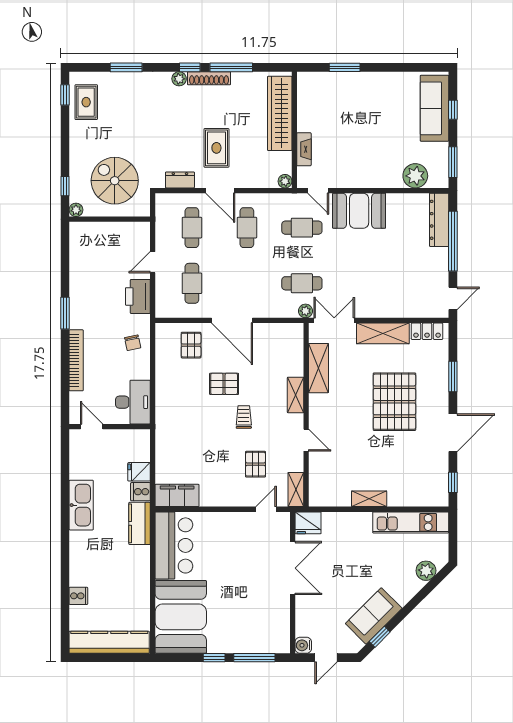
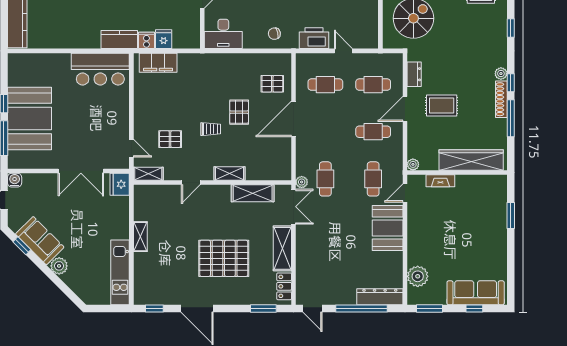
window: (126, 67) -> (511, 28), width x0.67
window: (453, 376) -> (263, 309), moved
filing cabinet: (177, 495) -> (158, 63), moved, turned 90
plant: (426, 571) -> (59, 266), moved
booth: (181, 617) -> (30, 119), moved, turned 90

